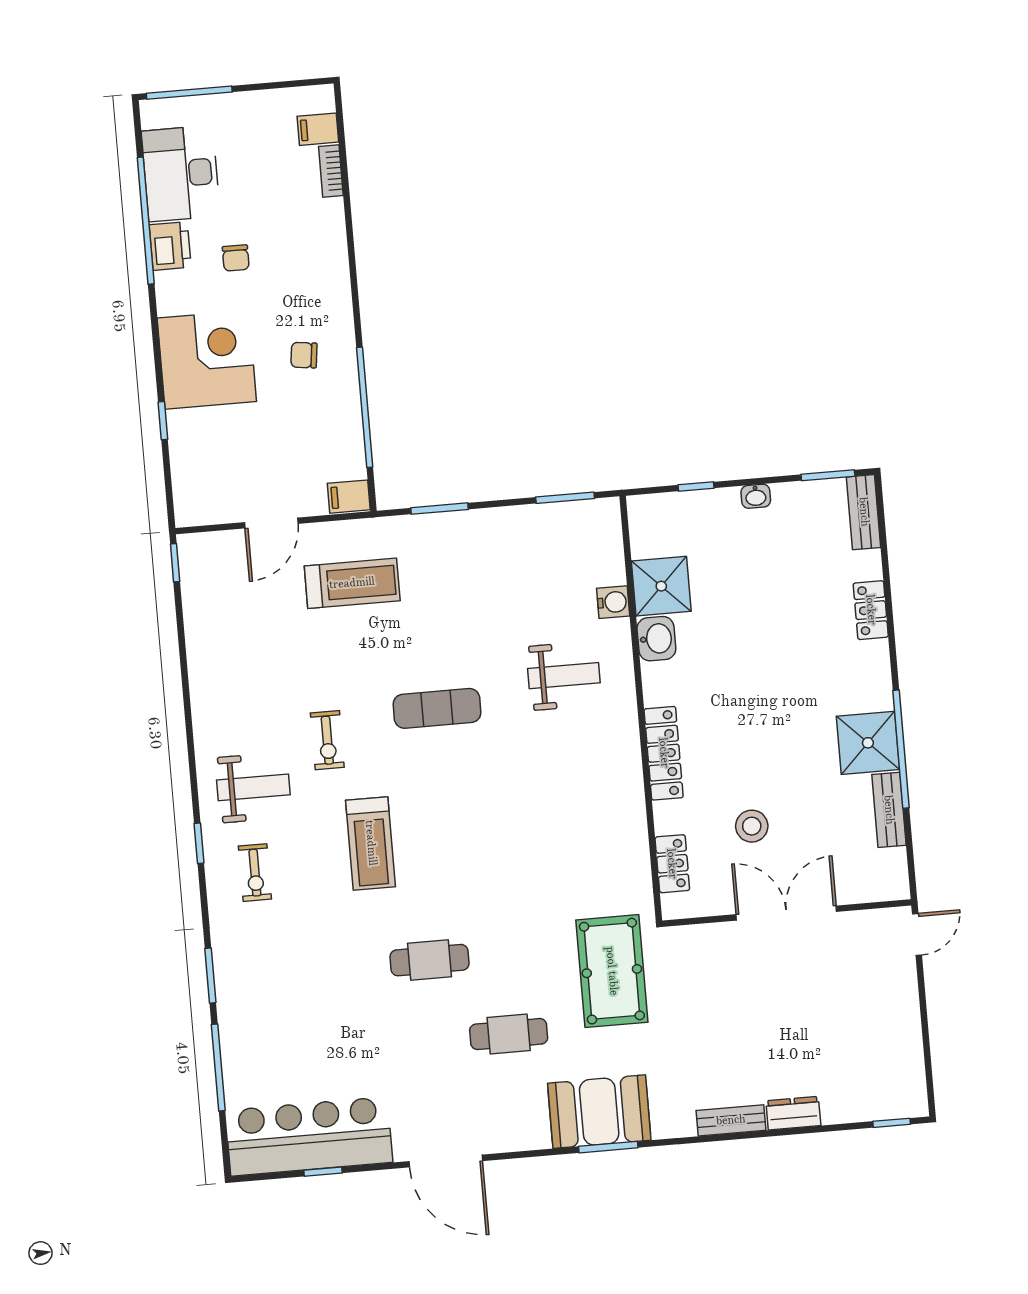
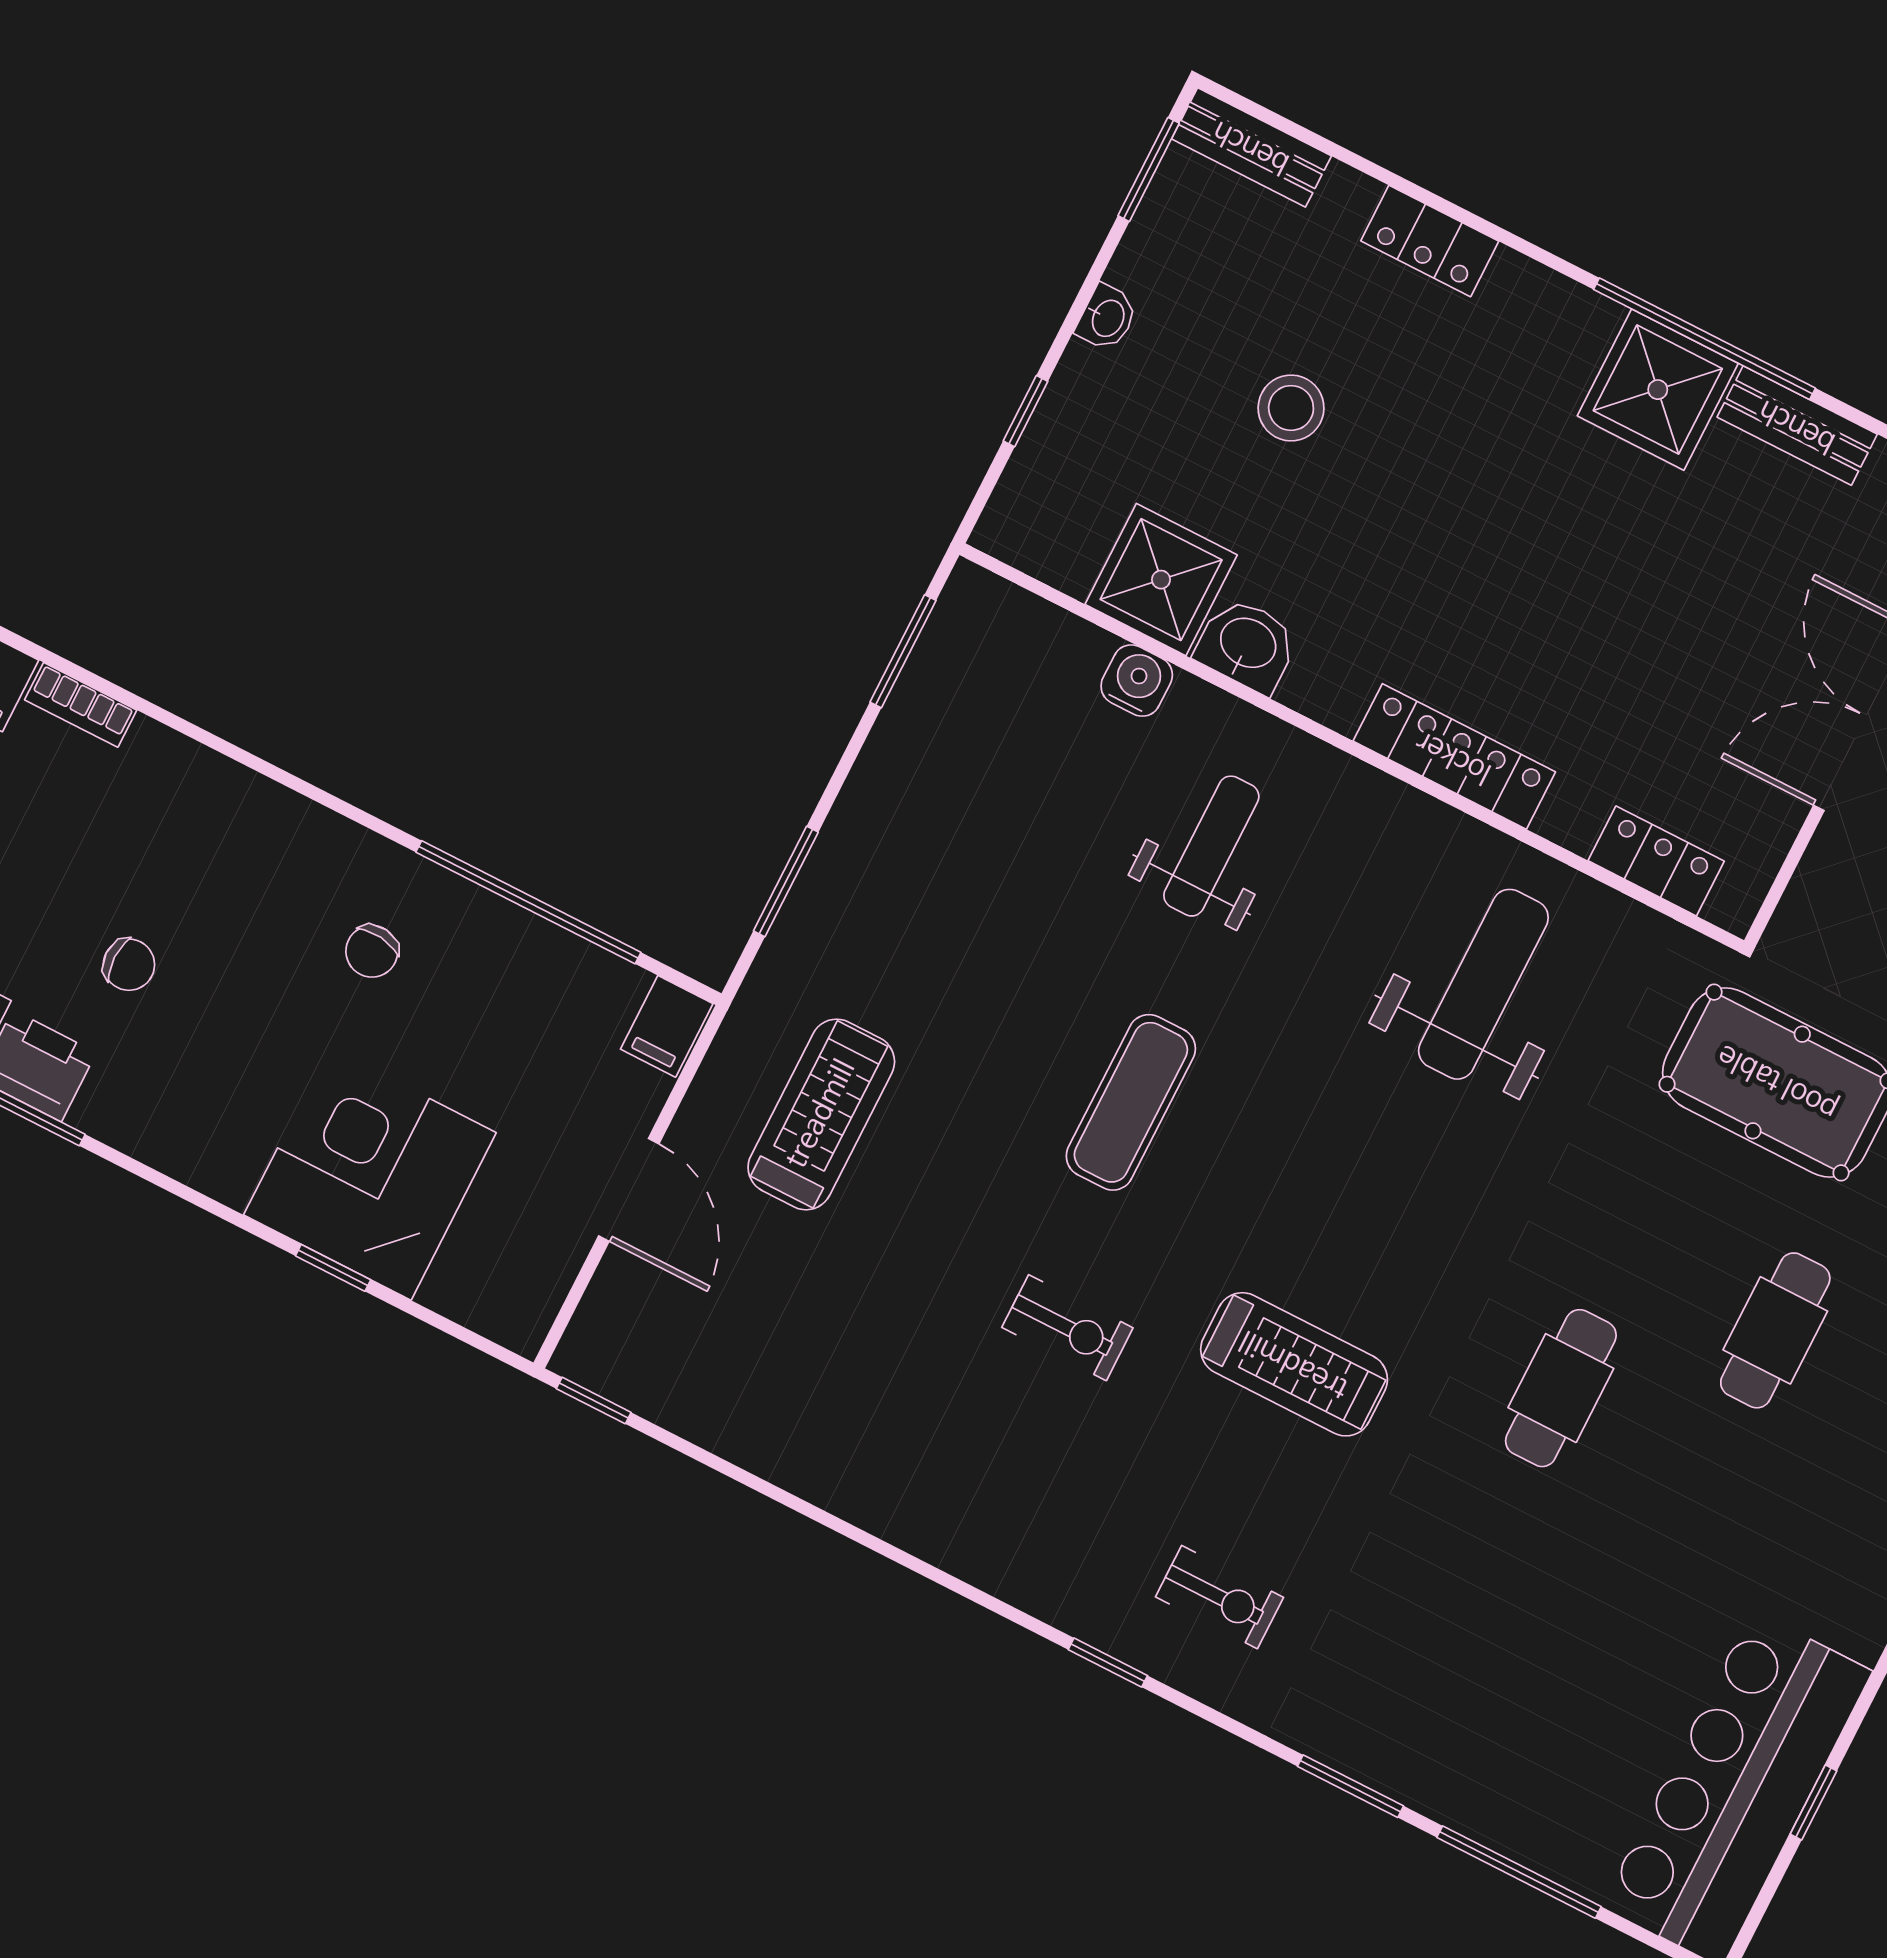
corner desk: (207, 360) -> (370, 1174), moved
weight bench: (253, 787) -> (1483, 984), moved, width x1.36, depth x1.33
stool: (752, 826) -> (1291, 408), moved

